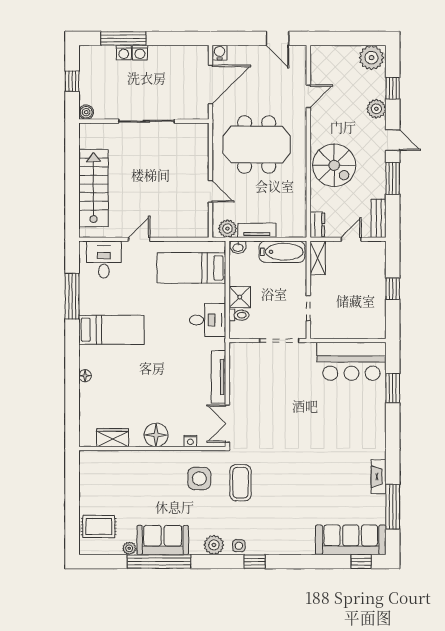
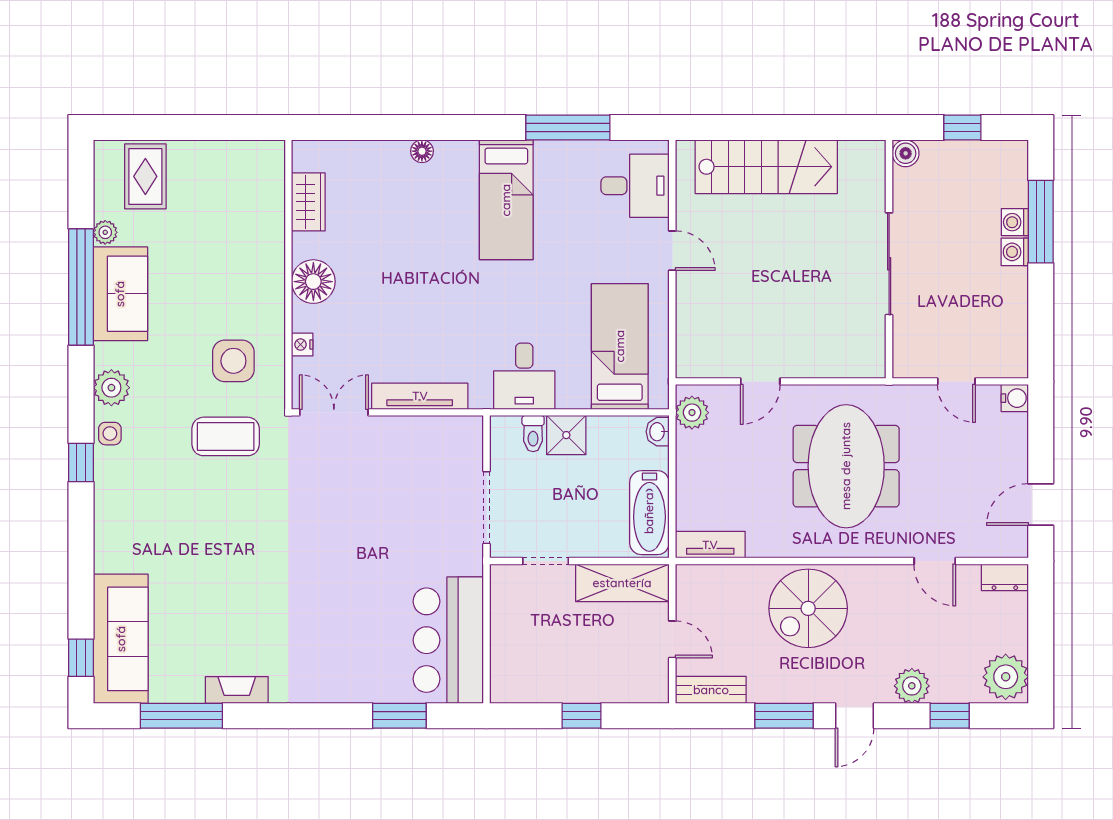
door: (210, 85) -> (956, 381), width x0.53
dresser: (317, 225) -> (1005, 577), moved
tv unit: (257, 230) -> (710, 545), moved, turned -90
shelving: (318, 258) -> (622, 583), width x1.50, depth x1.33

